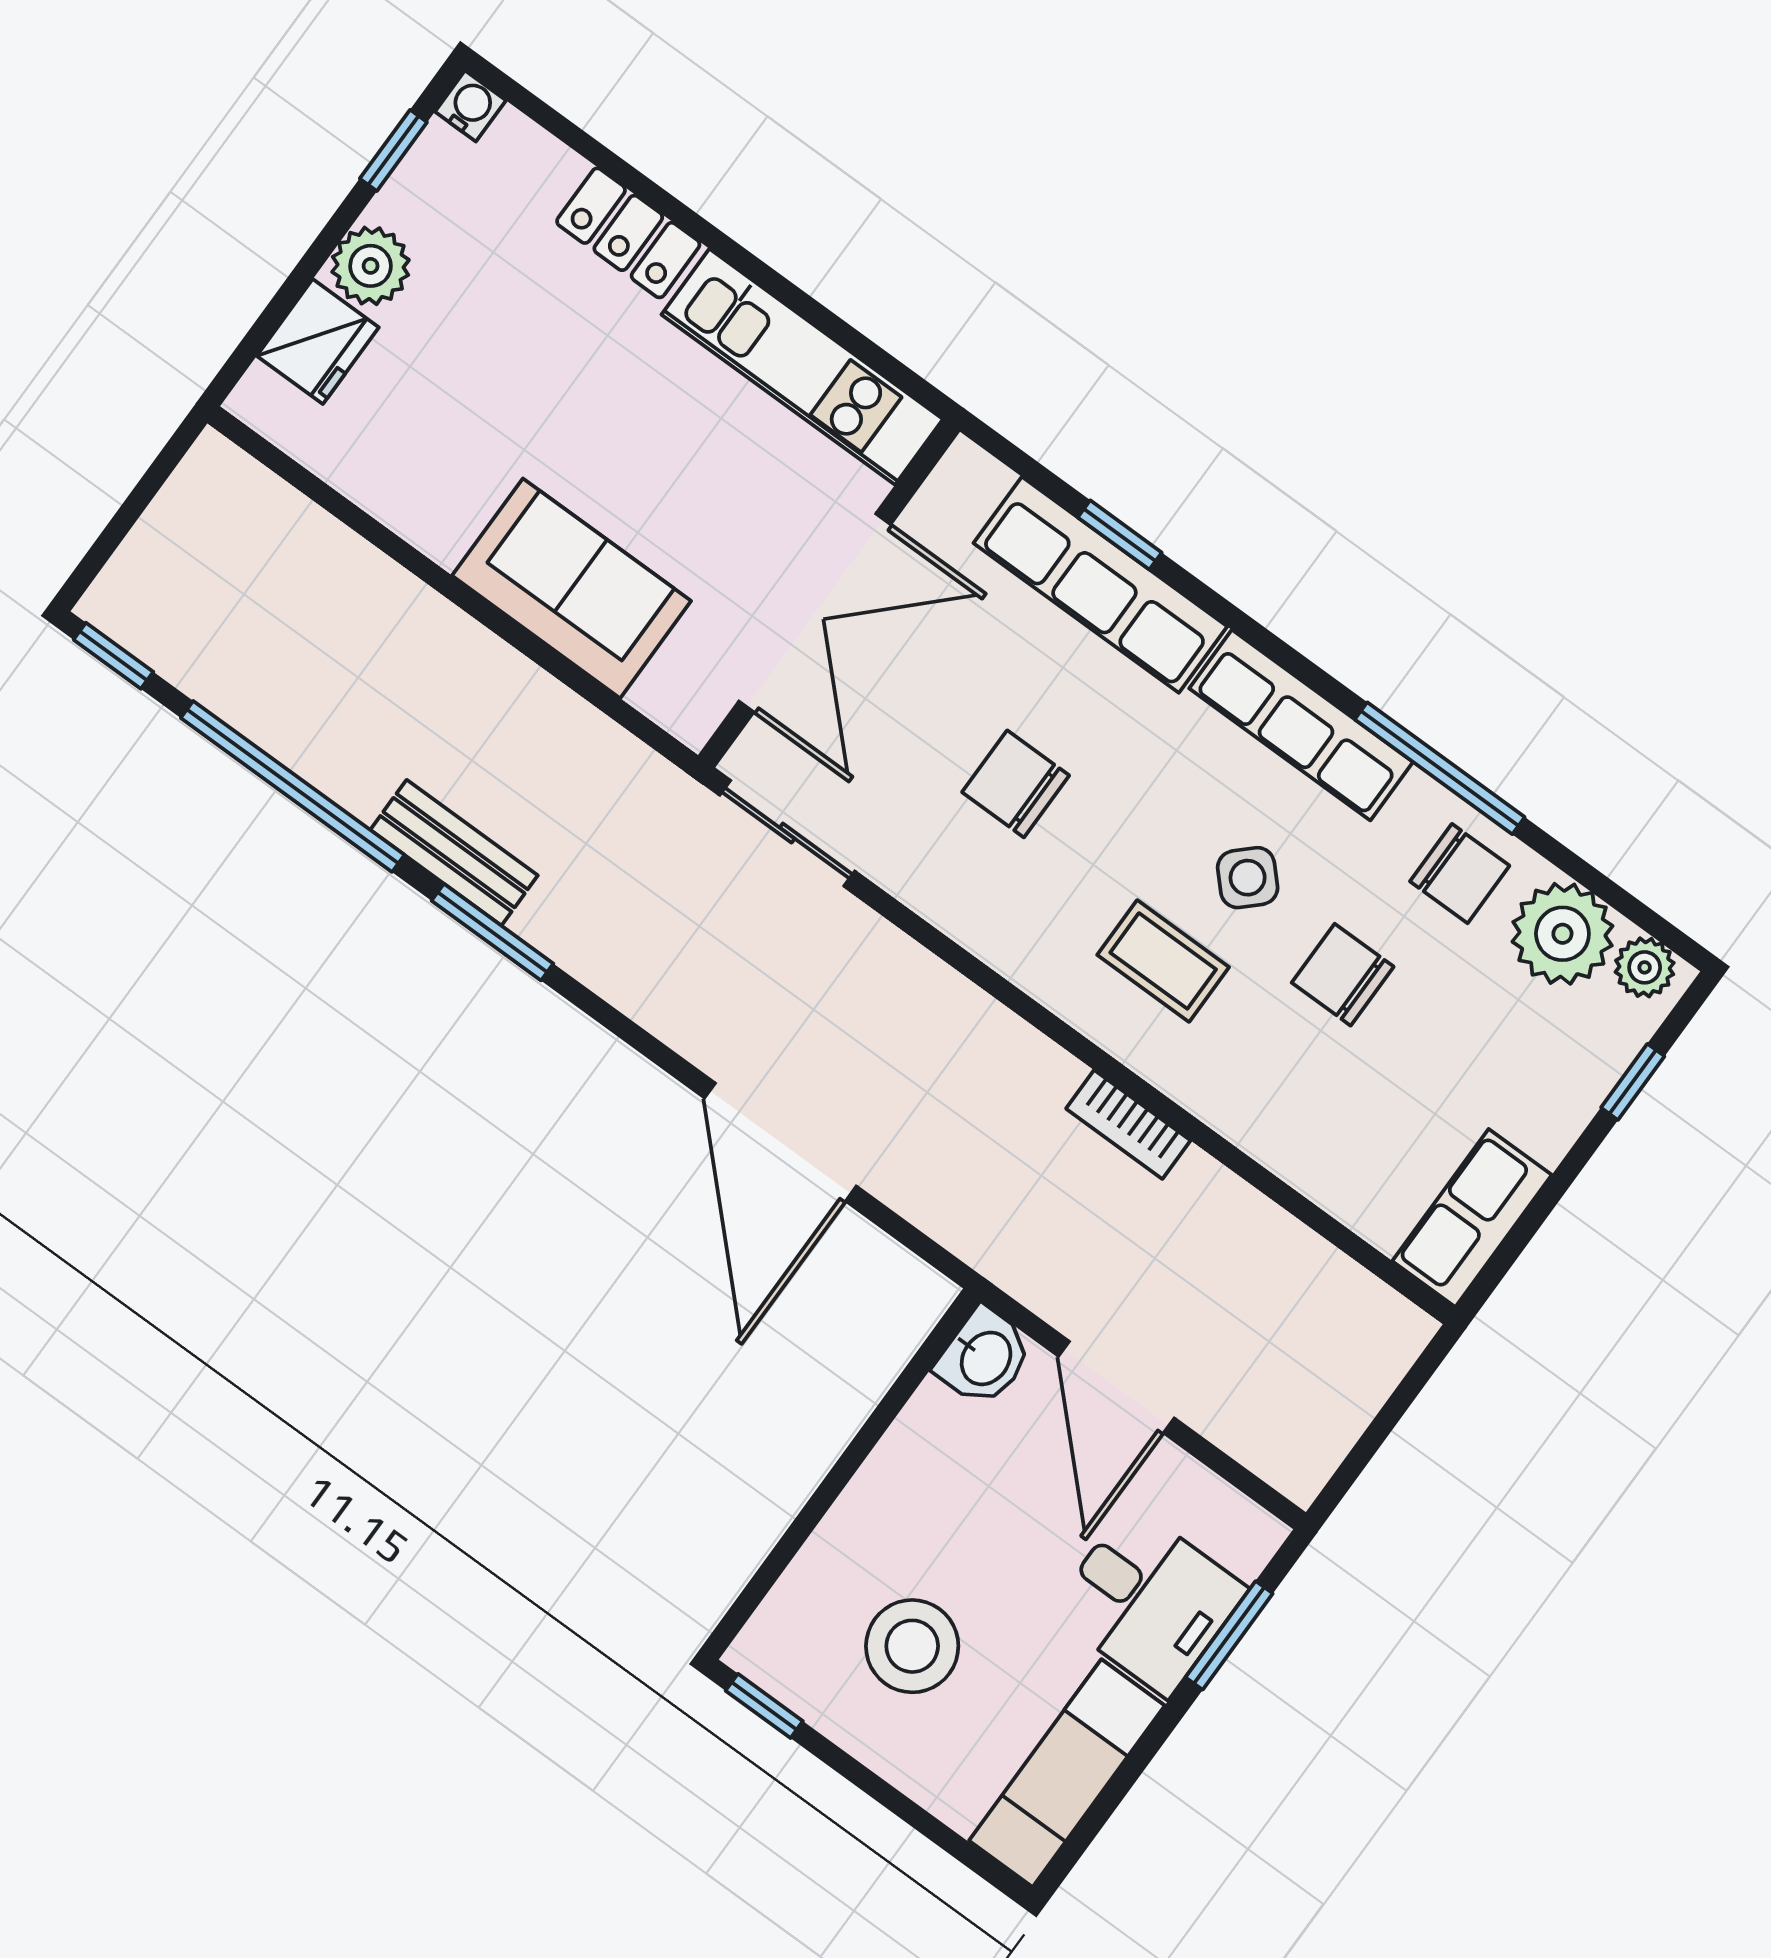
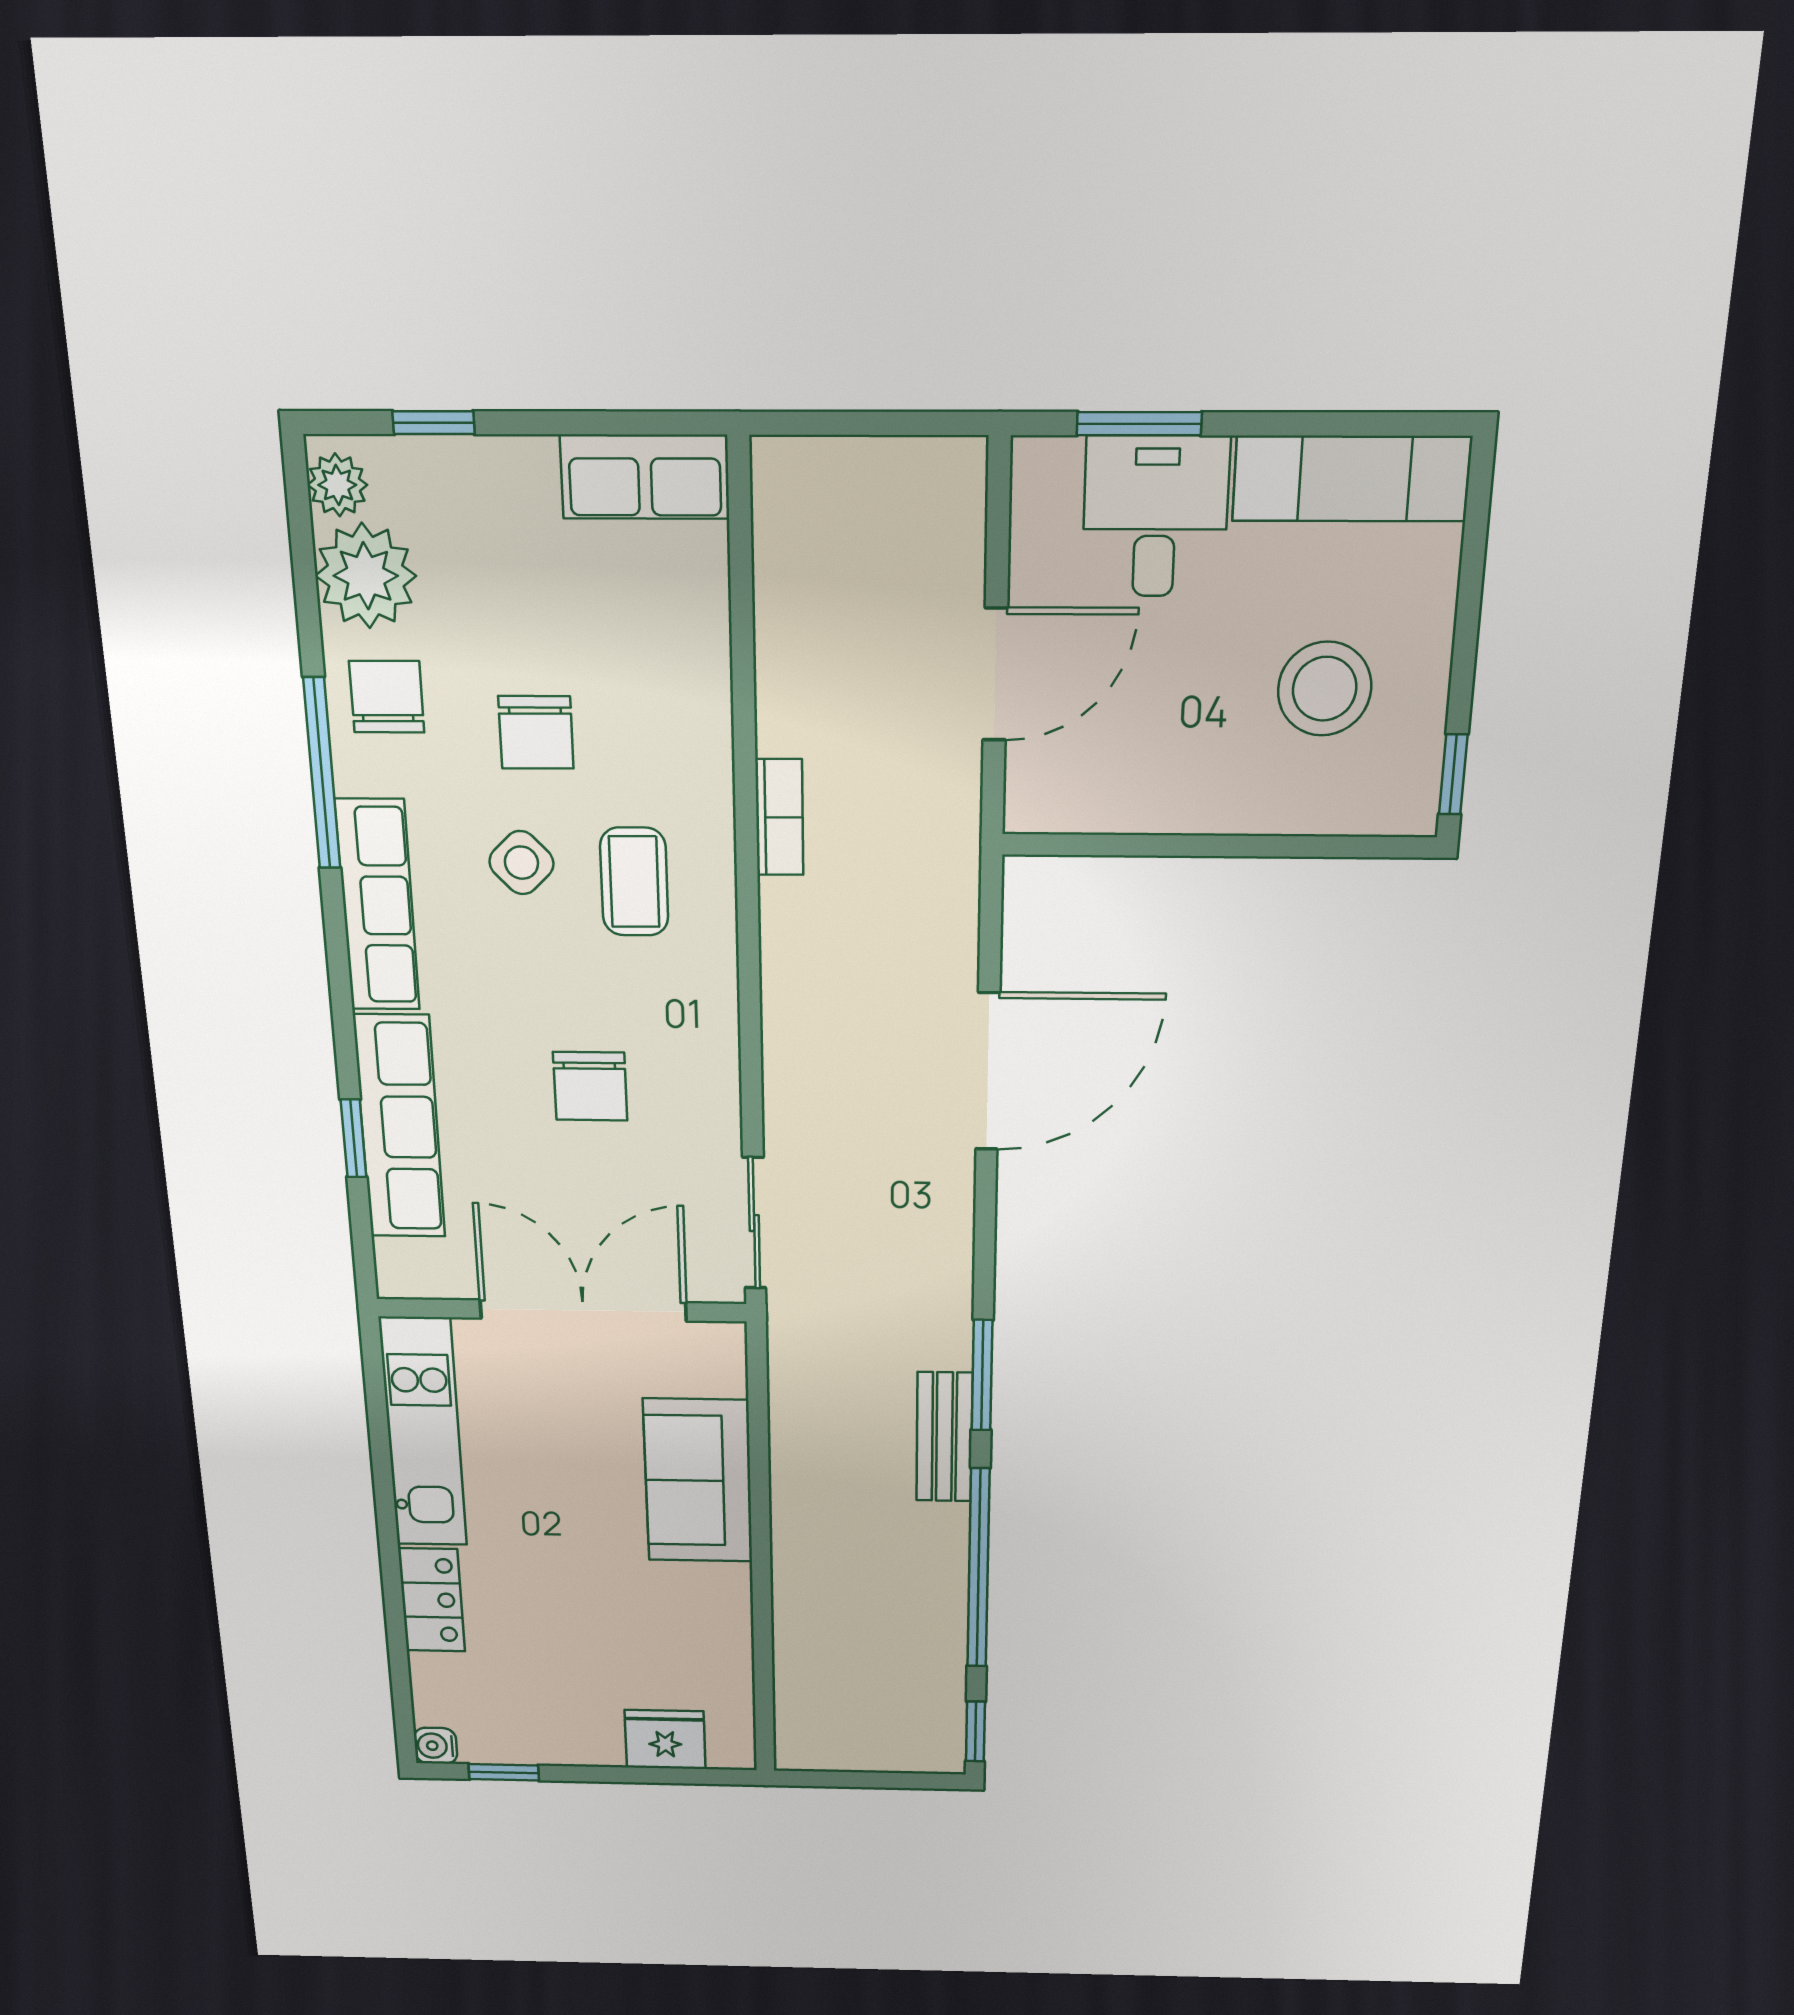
plant: (371, 266) -> (589, 1739), removed
washbasin: (984, 1357) -> (1045, 799), removed

